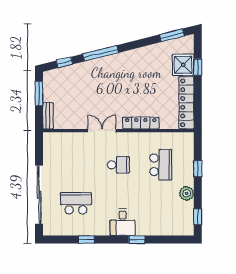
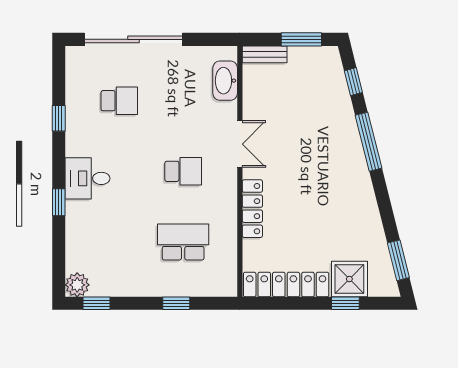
washbasin: (64, 140) -> (225, 81), added
school desk: (118, 165) -> (183, 171), turned -90
school desk: (161, 165) -> (183, 242), turned 180
plant: (187, 193) -> (77, 285), moved
school desk: (76, 203) -> (119, 101), width x0.54

